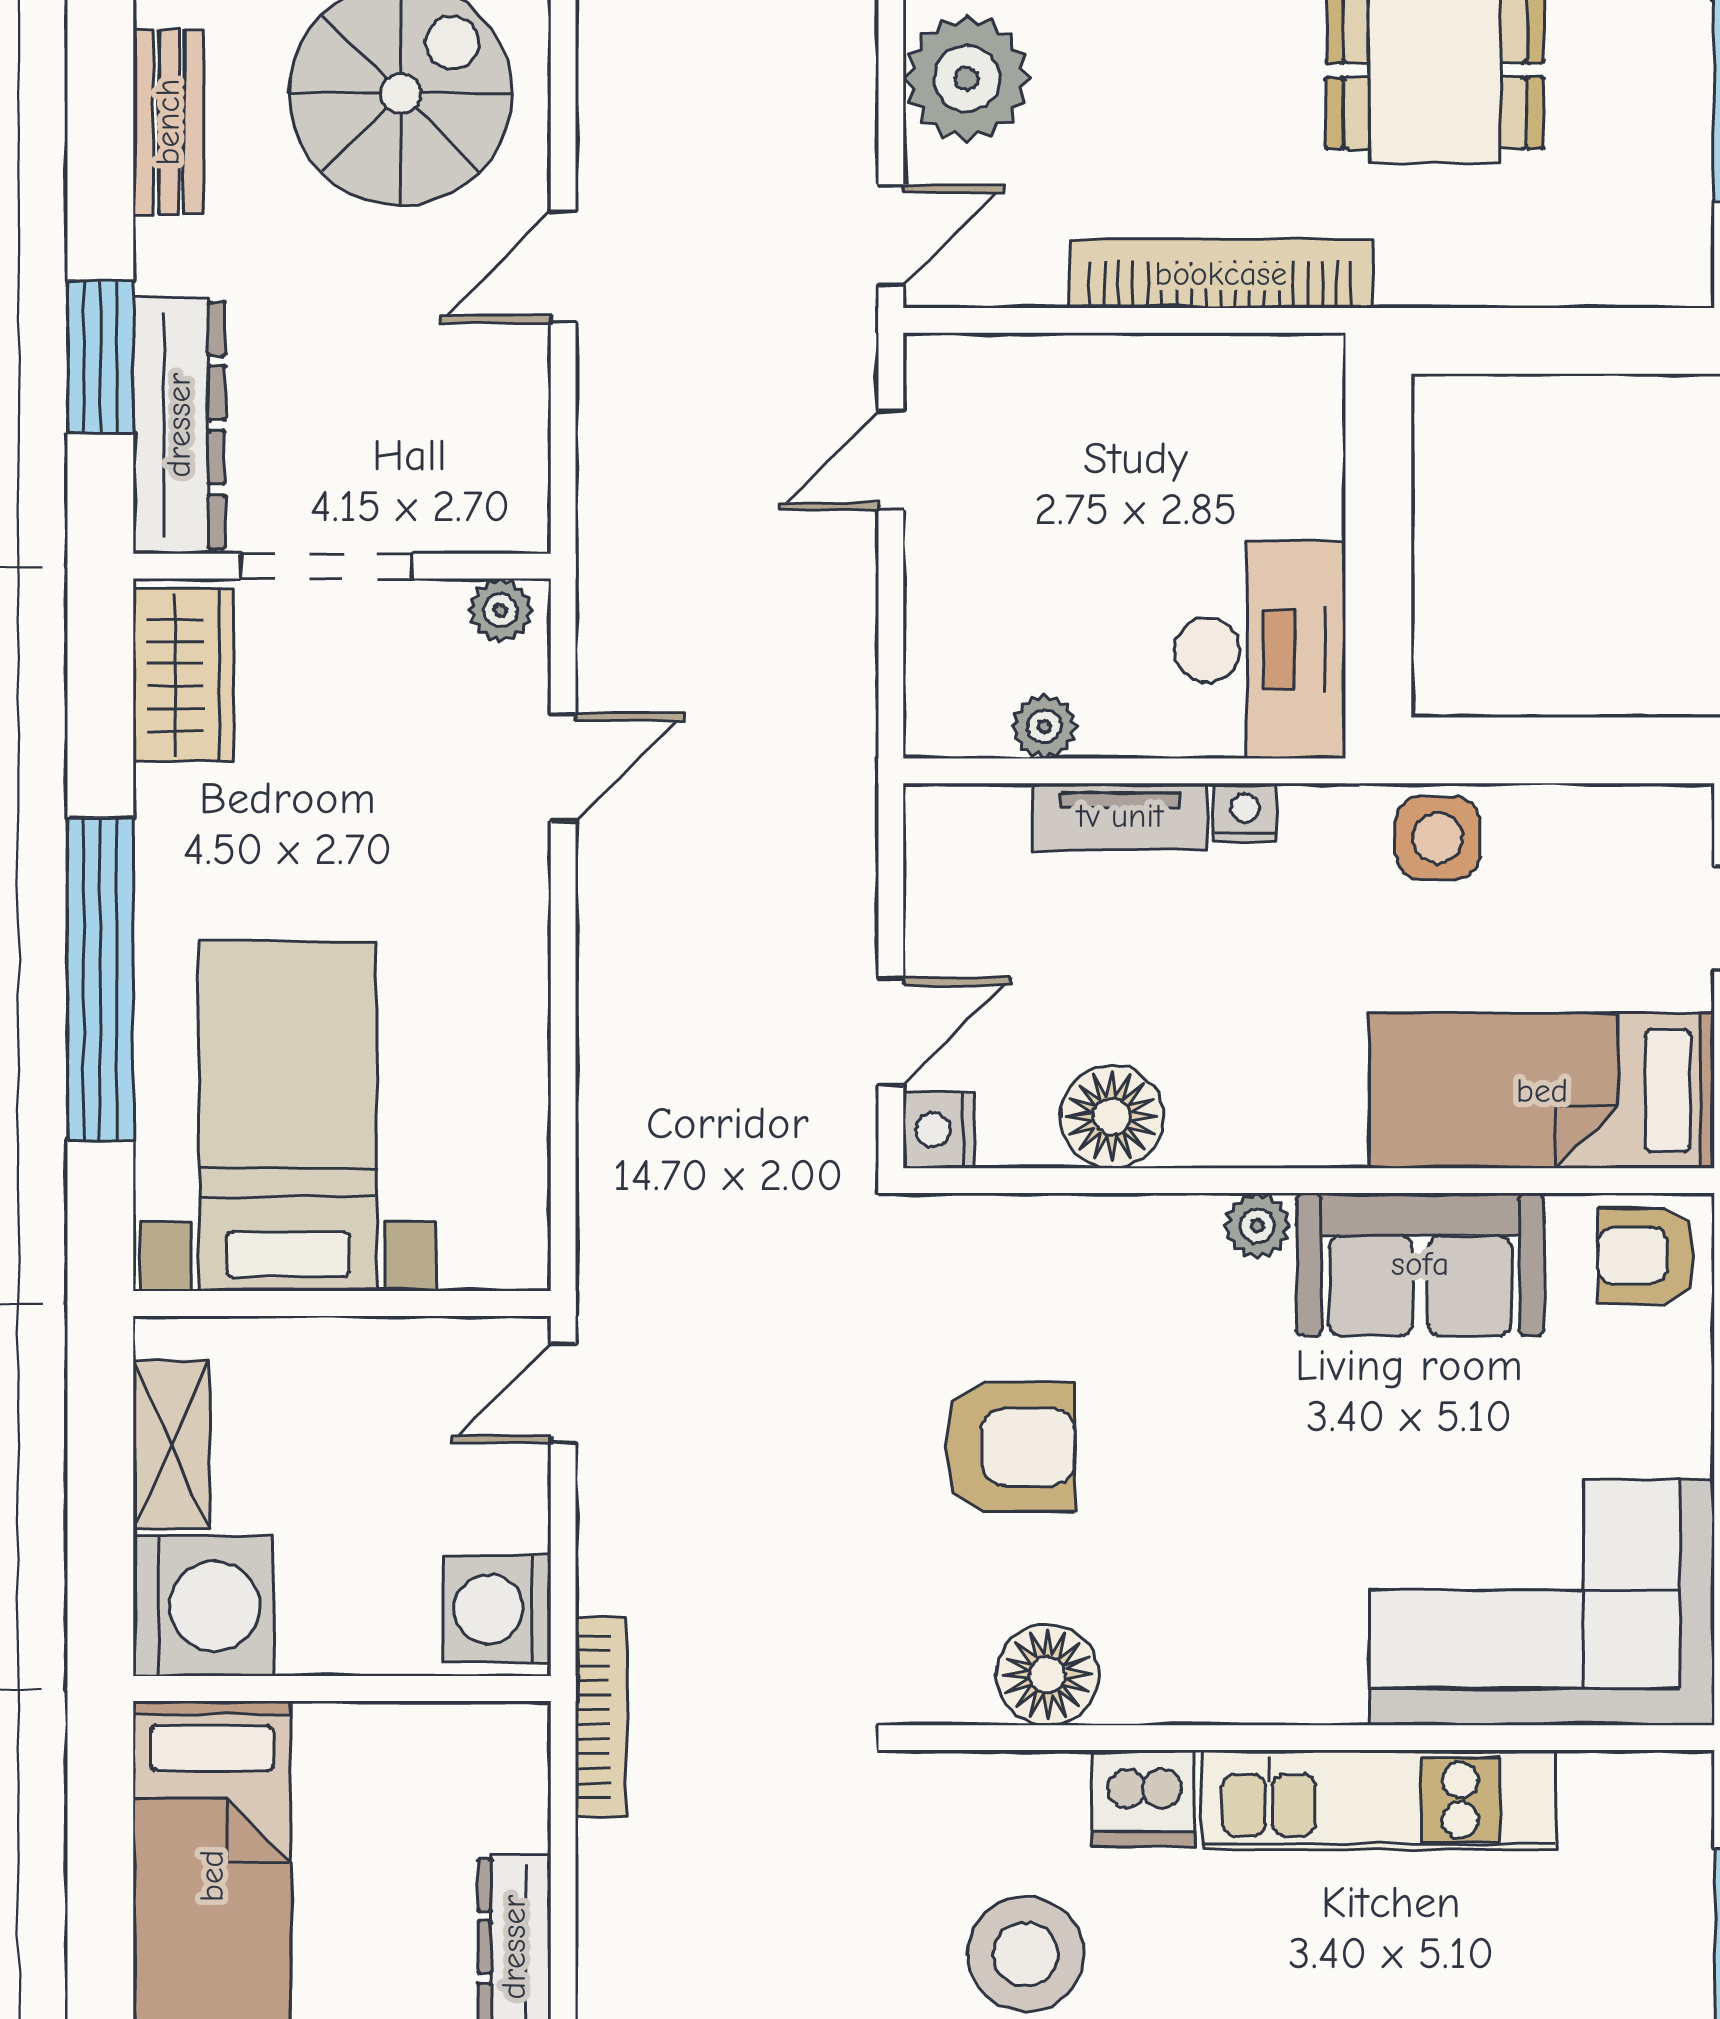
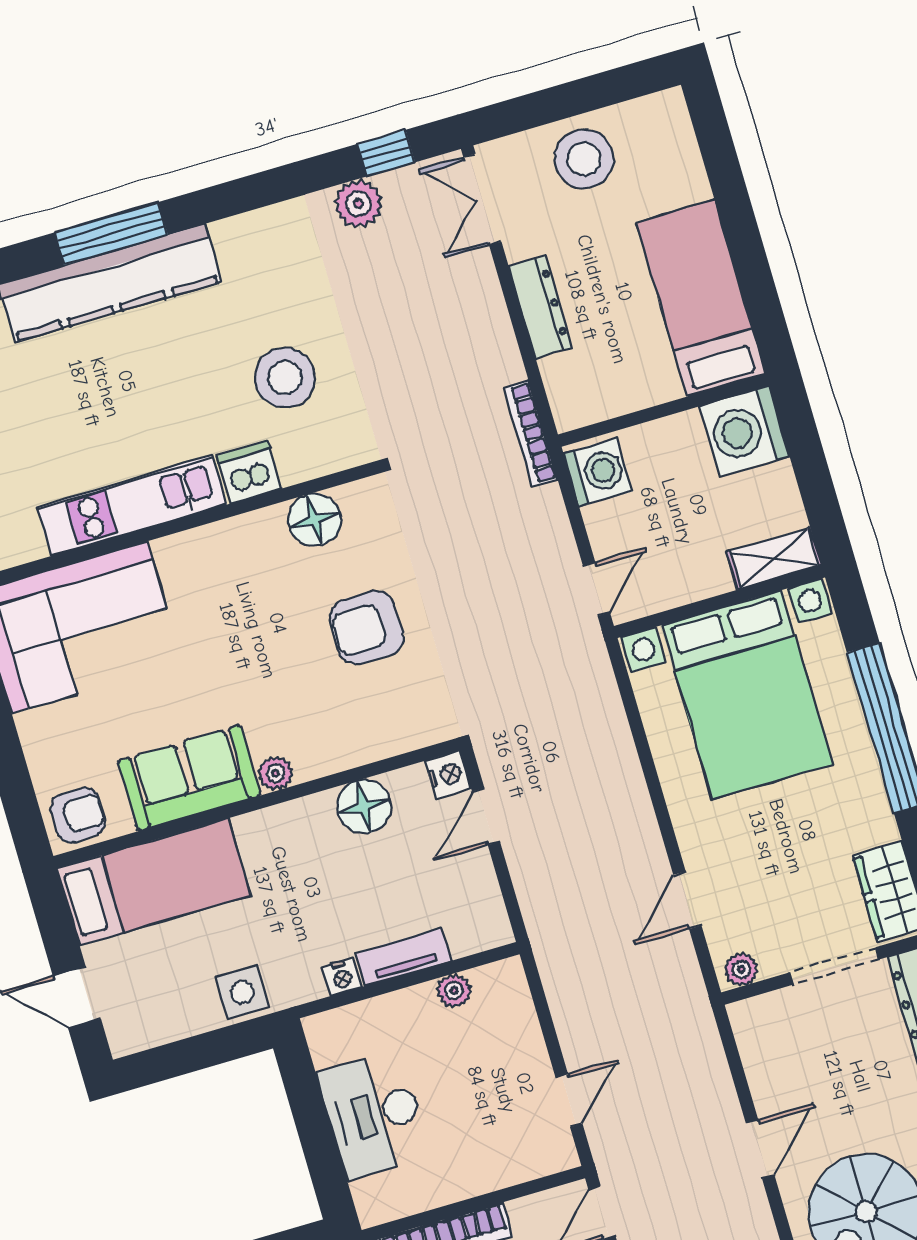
desk: (1260, 650) -> (374, 1114), moved
bed with nightstands: (288, 1116) -> (747, 695), width x1.36
shelving: (171, 1445) -> (774, 559), moved, turned 90

